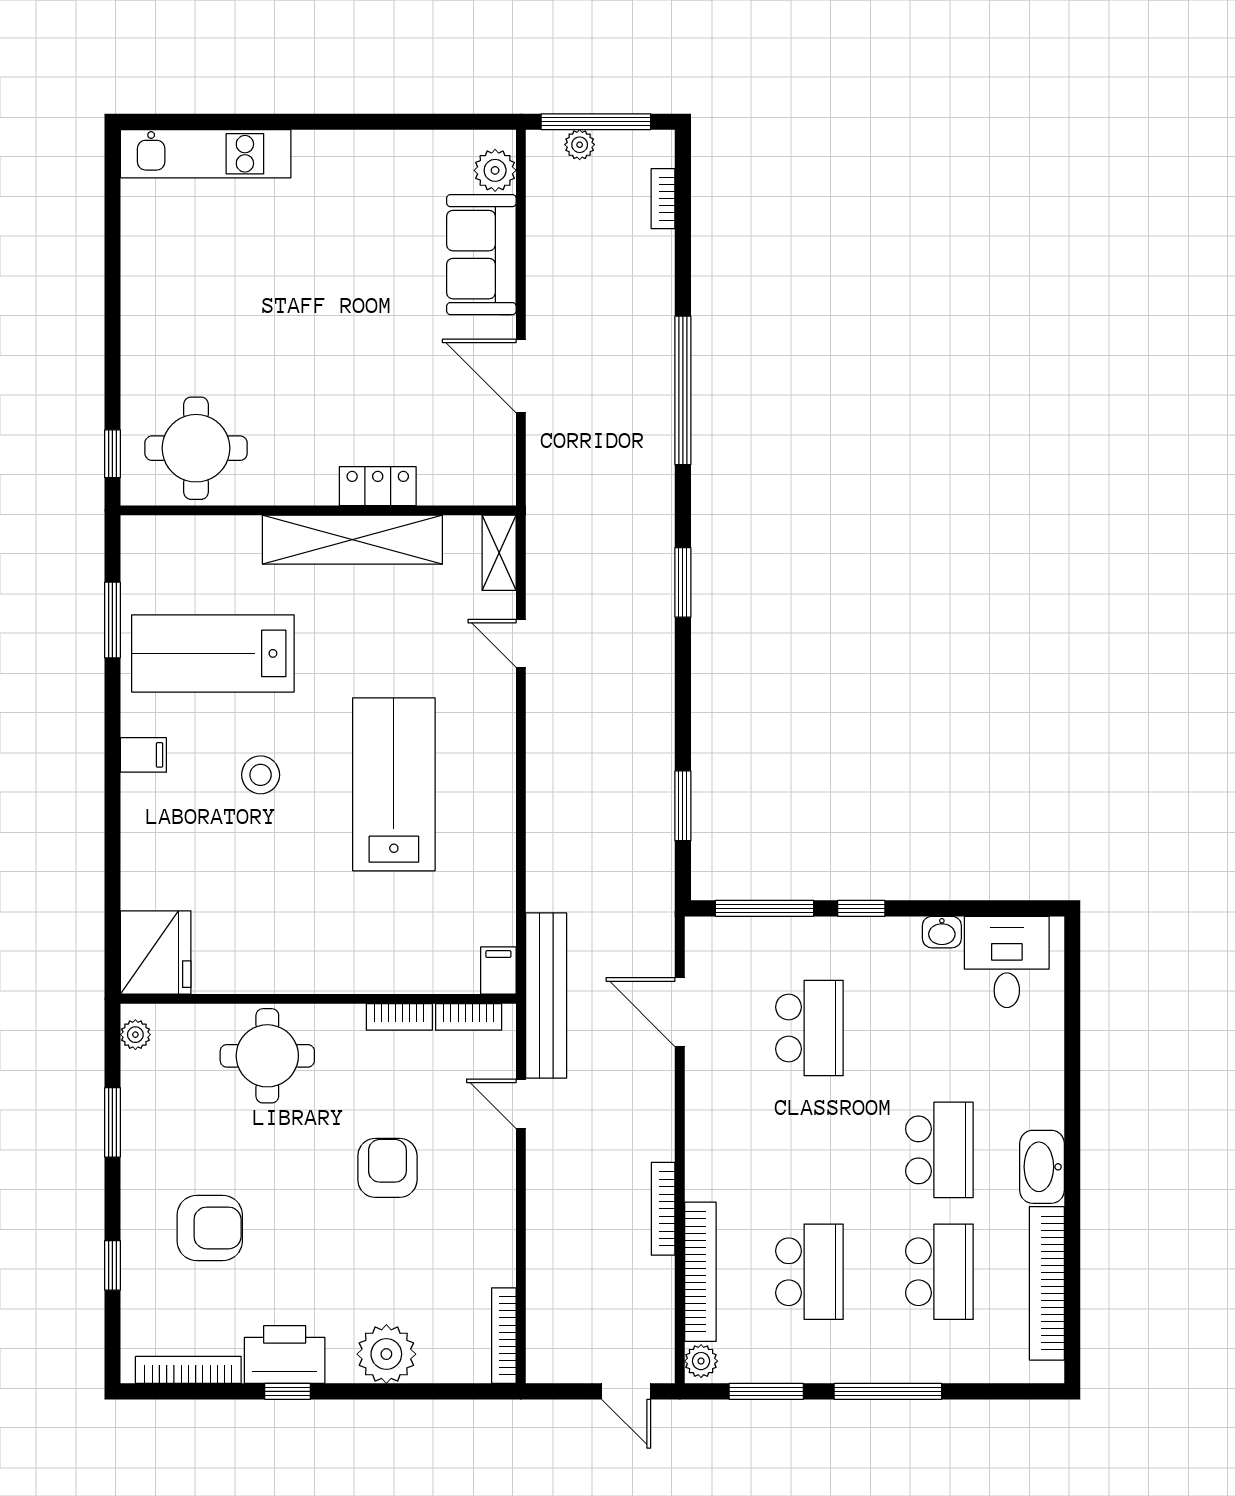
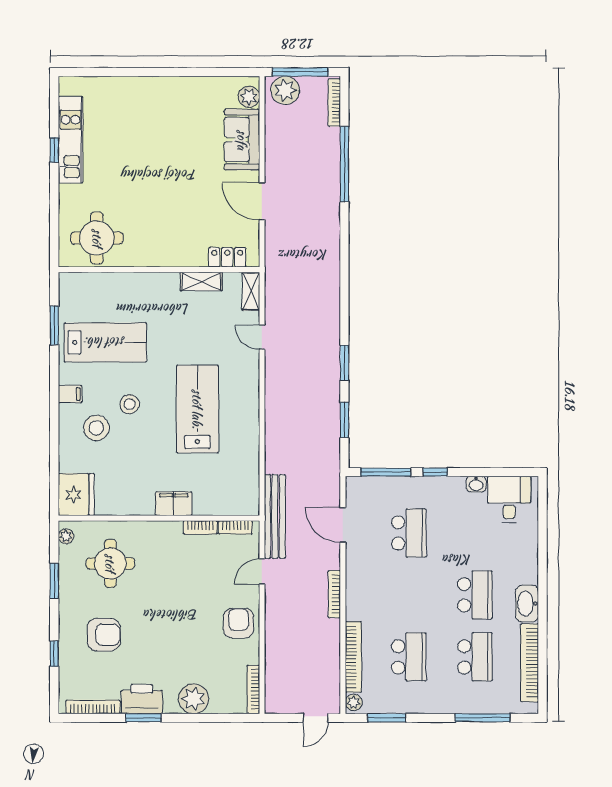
plant: (580, 145) -> (285, 90), width x1.88, depth x1.88
kitchen unit: (206, 154) -> (71, 140), moved, turned -90
bookcase: (663, 199) -> (334, 103), width x1.56
window: (683, 390) -> (344, 164), moved
window: (112, 454) -> (54, 150), moved
locker: (378, 486) -> (227, 257), moved
shelving: (352, 540) -> (201, 281), width x0.45, depth x0.75
window: (683, 582) -> (344, 363), moved
lab bench: (213, 653) -> (105, 342), turned 180
stool: (195, 821) -> (96, 428), added
filing cabinet: (498, 971) -> (174, 504), moved, width x2.00
round table: (267, 1056) -> (110, 563), moved
door: (521, 1104) -> (262, 571), hinge flipped
armchair: (387, 1168) -> (239, 623), moved
bookcase: (663, 1209) -> (334, 594), moved
window: (288, 1391) -> (143, 718), width x1.50
door: (626, 1391) -> (316, 718), hinge flipped
window: (888, 1391) -> (483, 718), moved

